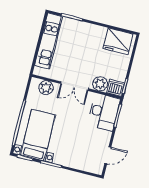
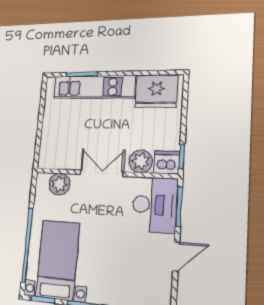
kitchen unit: (49, 41) -> (94, 87), moved, turned 90
double door: (75, 86) -> (102, 173), swing flipped
door: (108, 155) -> (176, 256), moved

